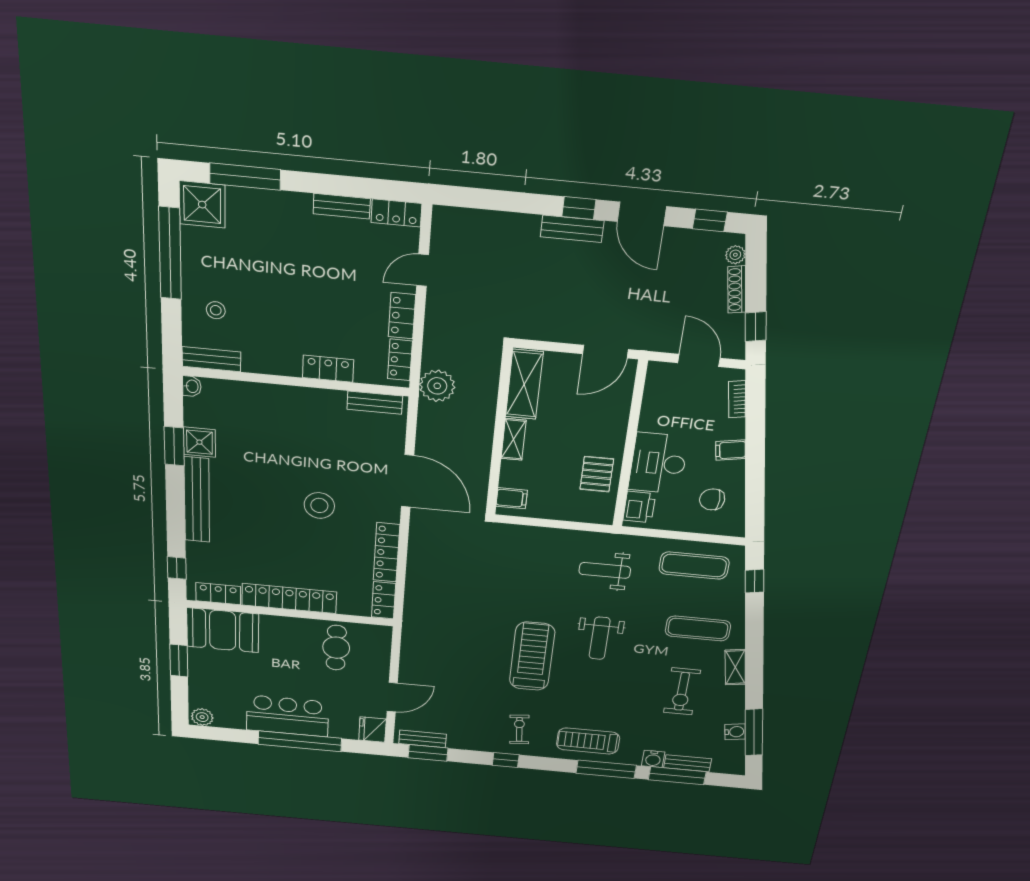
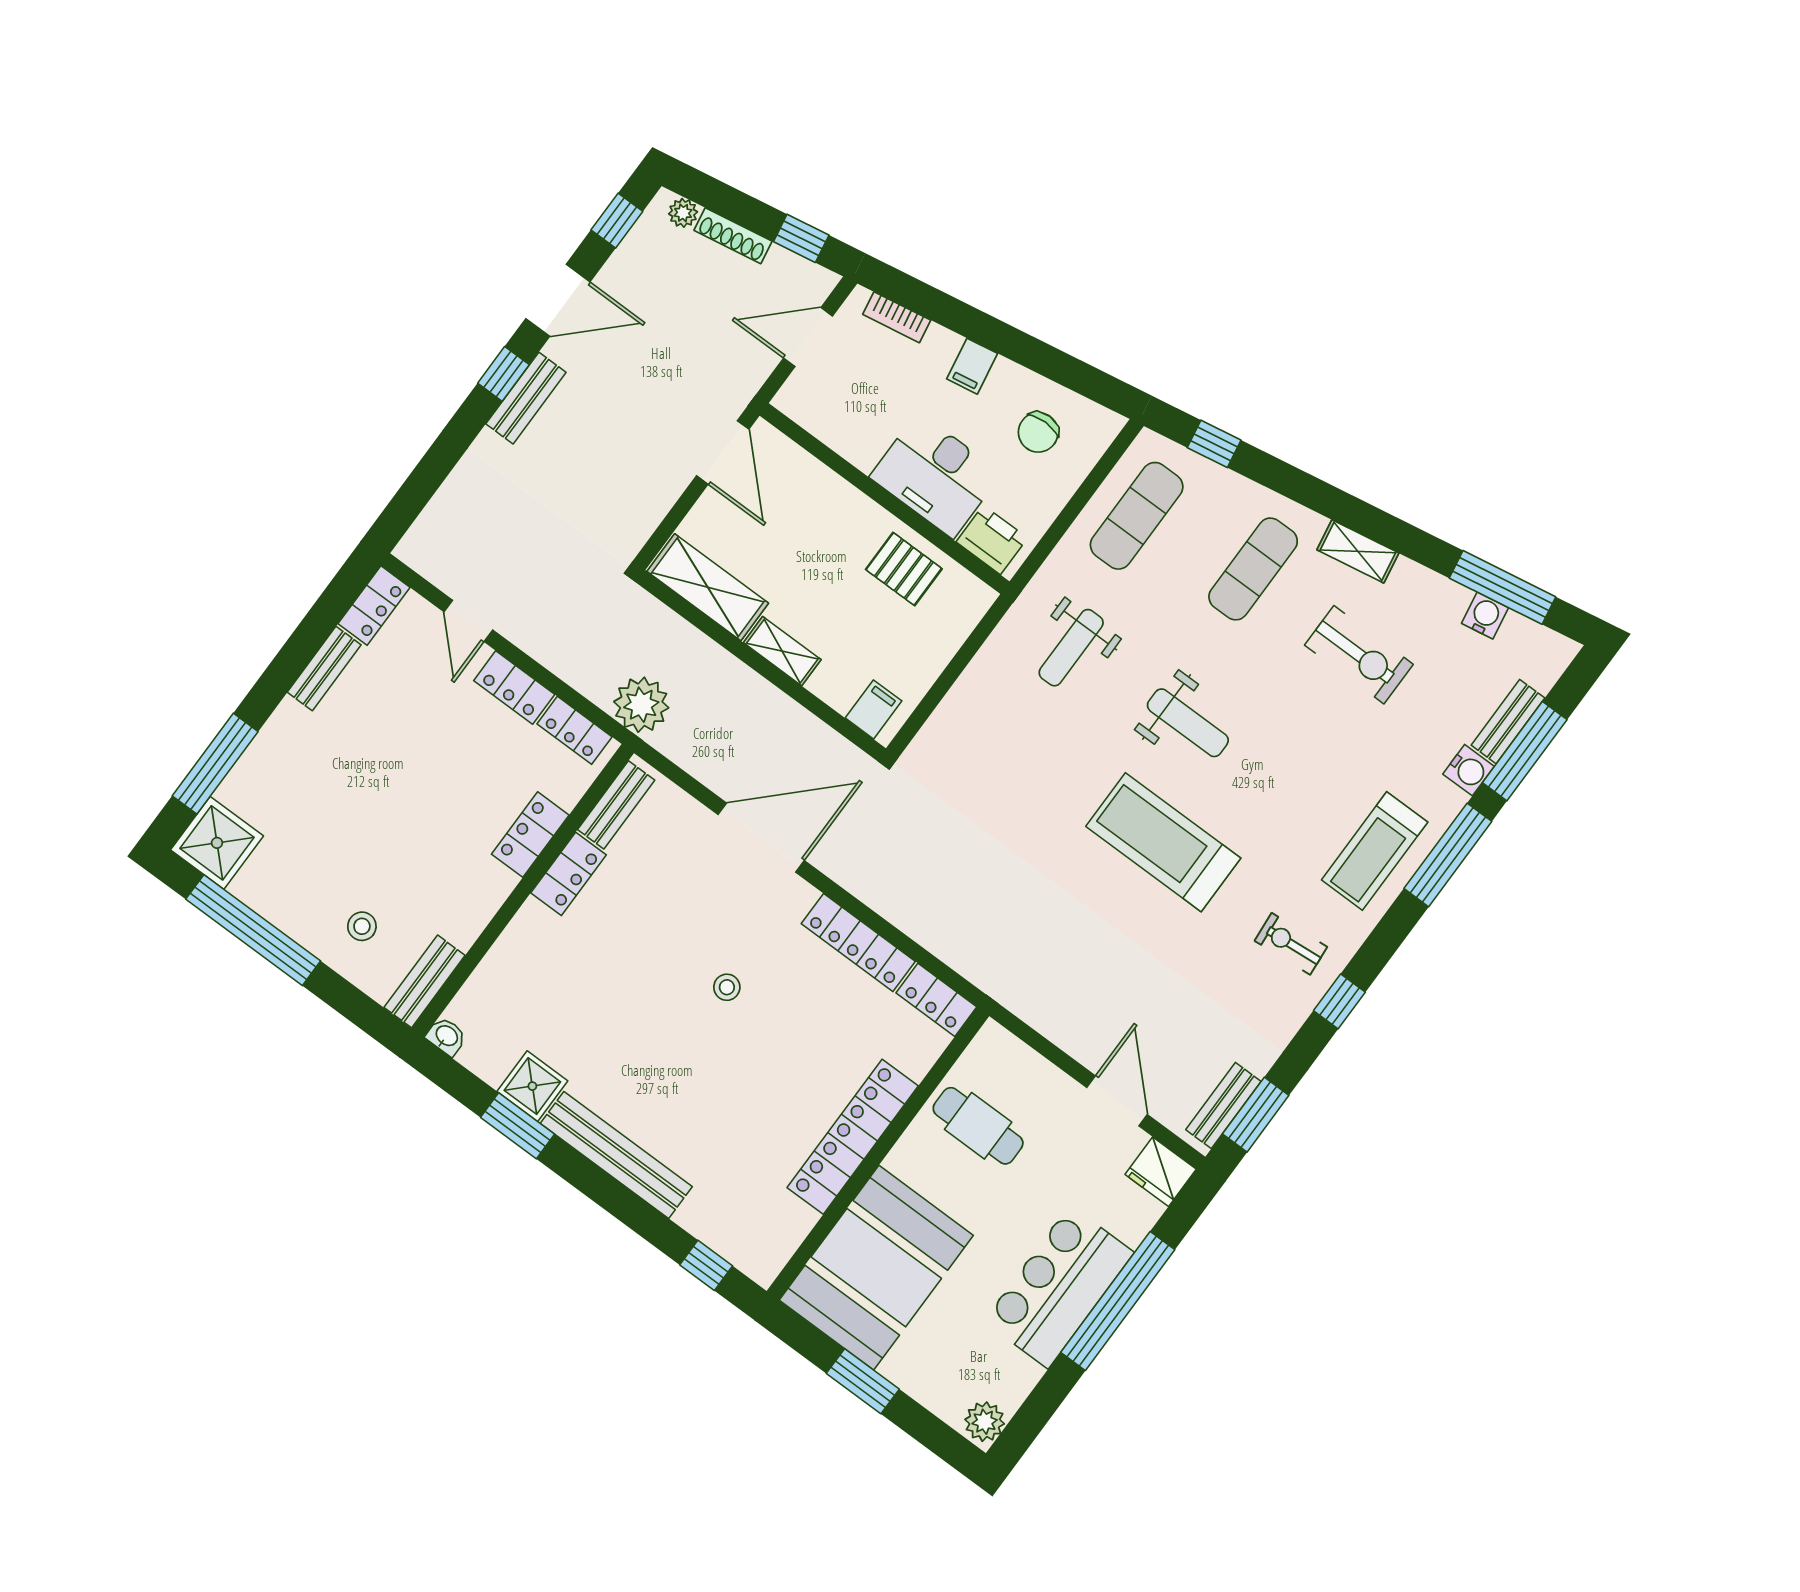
stool: (319, 505) -> (727, 987), width x0.53, depth x0.53
locker: (218, 594) -> (569, 874), moved, turned 180
booth: (223, 630) -> (876, 1268), width x1.36, depth x1.42

